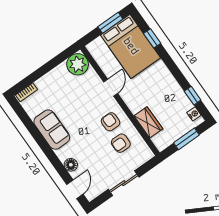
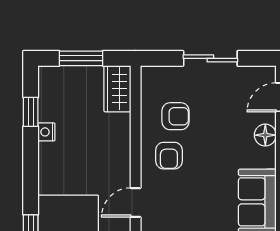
nightstand: (194, 114) -> (46, 132), moved
wardrobe: (148, 122) -> (117, 89), moved

